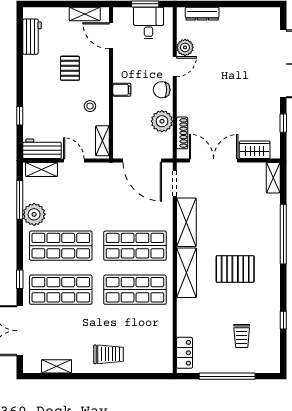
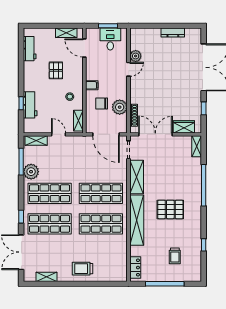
dresser: (202, 14) -> (173, 33), moved
chair: (162, 90) -> (102, 103), moved
workbench: (42, 149) -> (30, 105), moved, turned 90
shelving: (187, 273) -> (137, 220), width x1.47
trolley: (108, 354) -> (83, 269), turned 180

